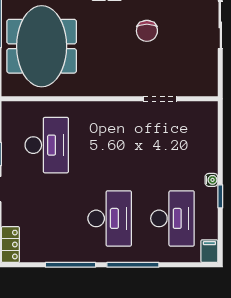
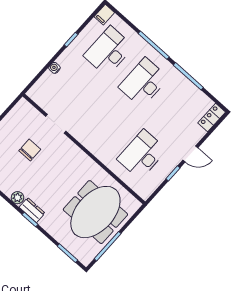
chair: (147, 31) -> (30, 150), moved
water cooler: (211, 180) -> (54, 68), moved

